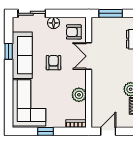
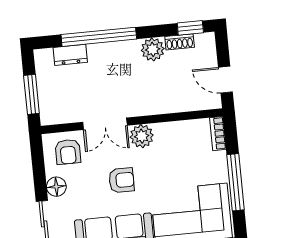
armchair: (54, 63) -> (121, 180), turned 180
plant: (79, 95) -> (142, 136), moved
window: (46, 131) -> (235, 182), width x2.17

